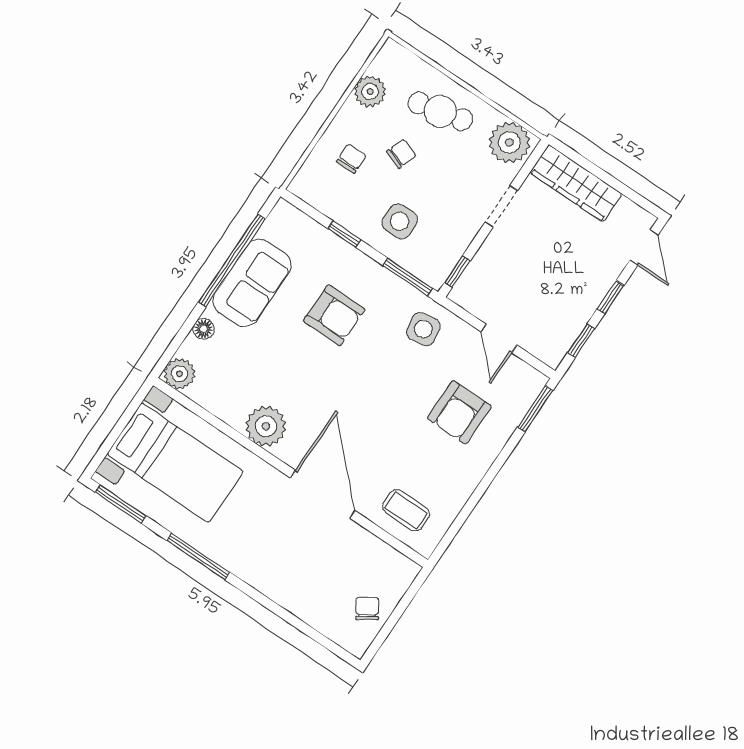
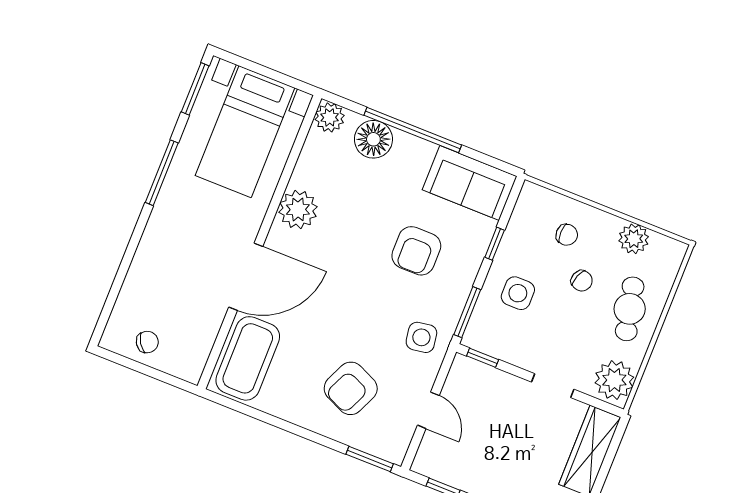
window: (232, 261) -> (413, 130), moved
sofa: (252, 283) -> (470, 183), moved
floor lamp: (204, 329) -> (373, 139), width x1.89, depth x1.89
door: (499, 338) -> (428, 410), swing flipped
armchair: (459, 412) -> (351, 388), turned -66
coffee table: (406, 510) -> (248, 358), width x1.86, depth x1.72

